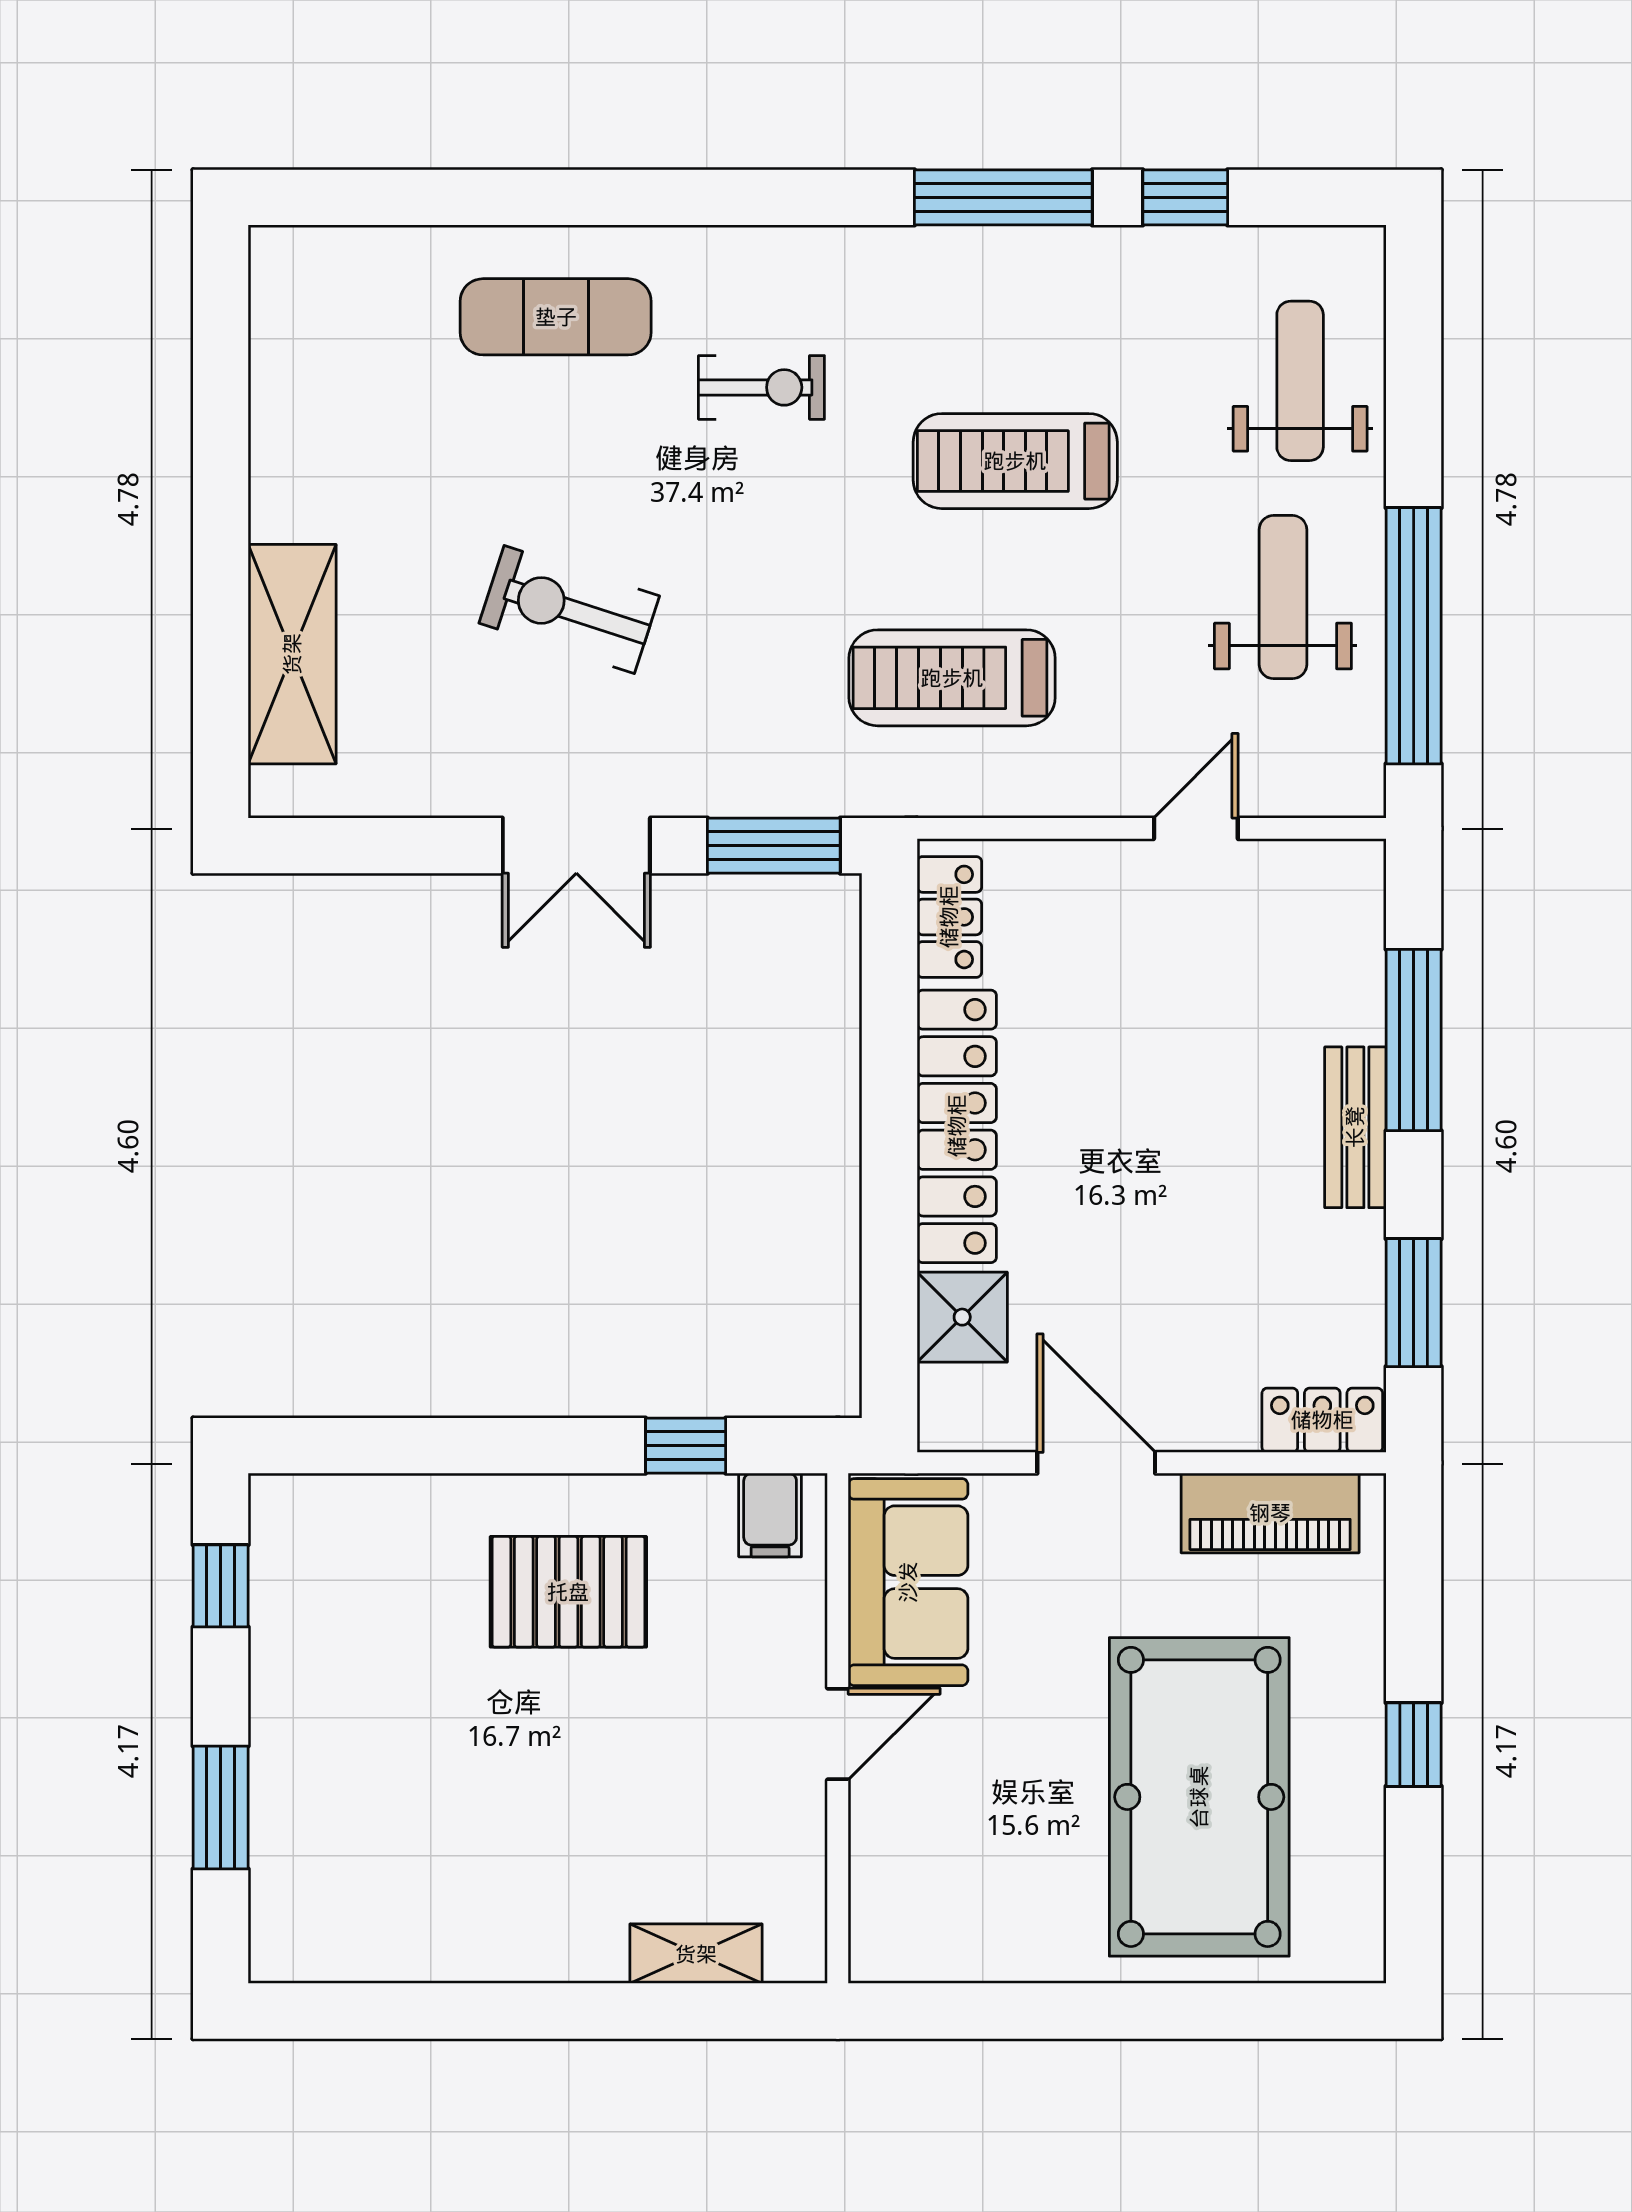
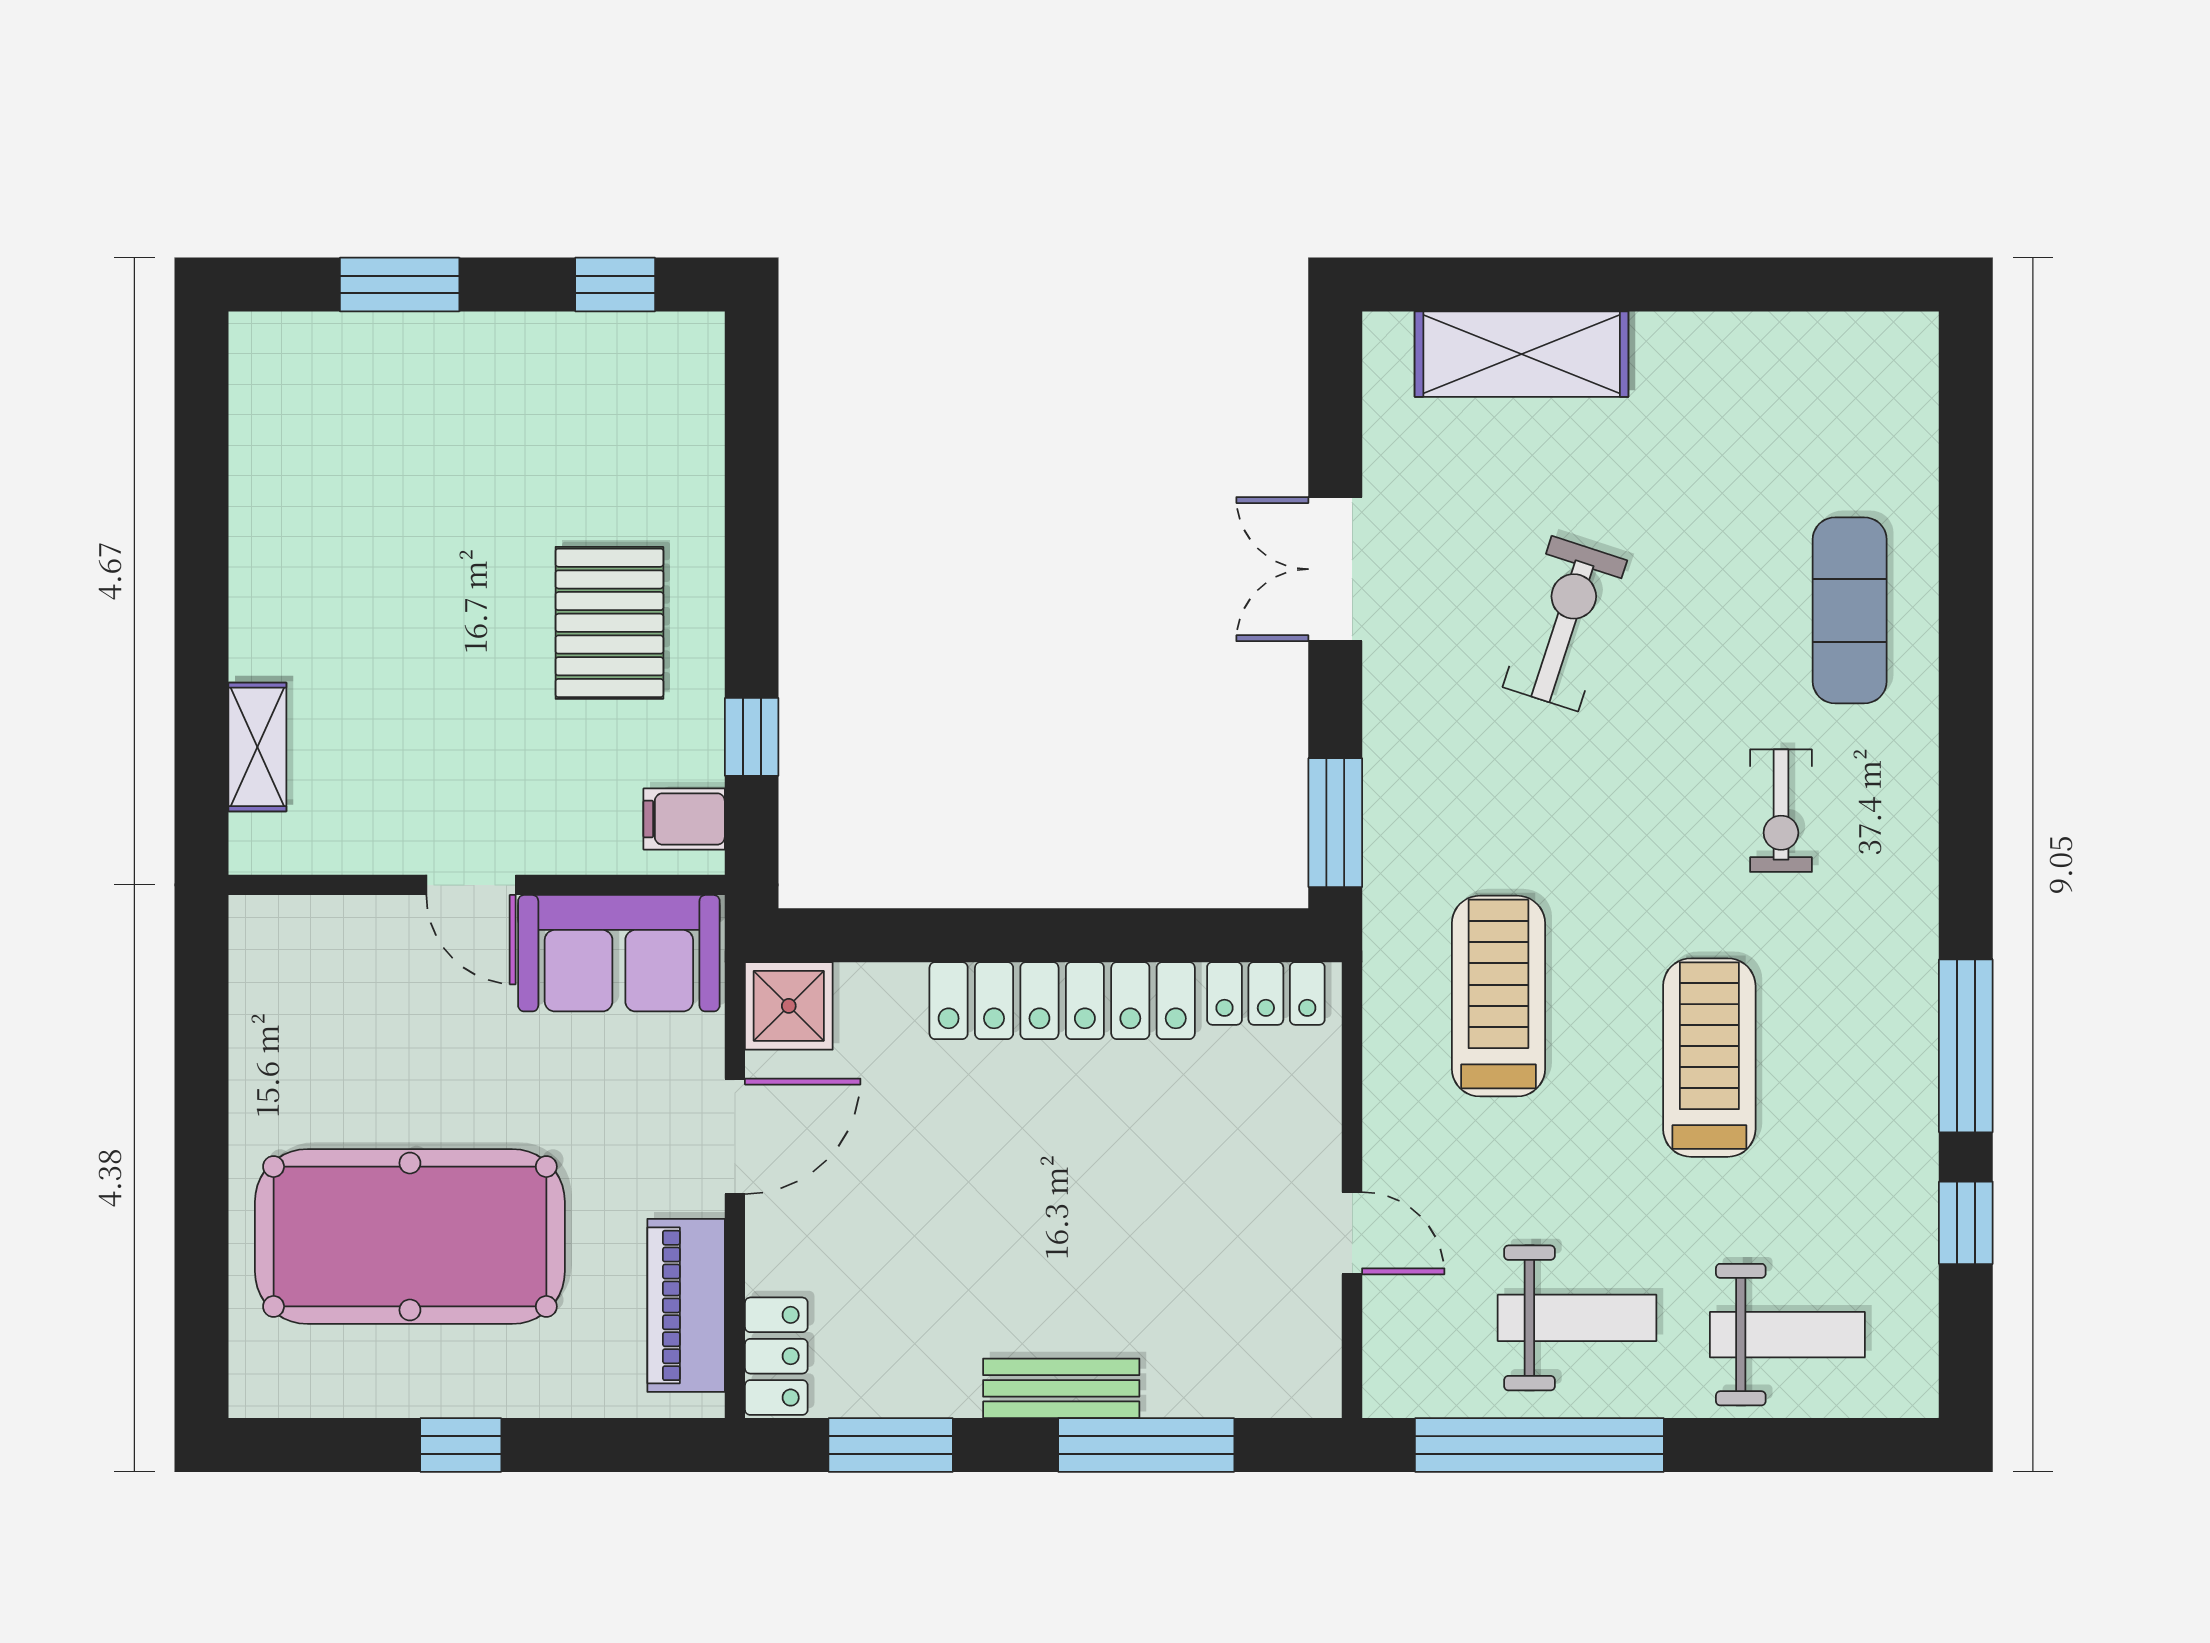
double door: (576, 846) -> (1335, 569), moved
shower: (962, 1317) -> (789, 1006), moved

